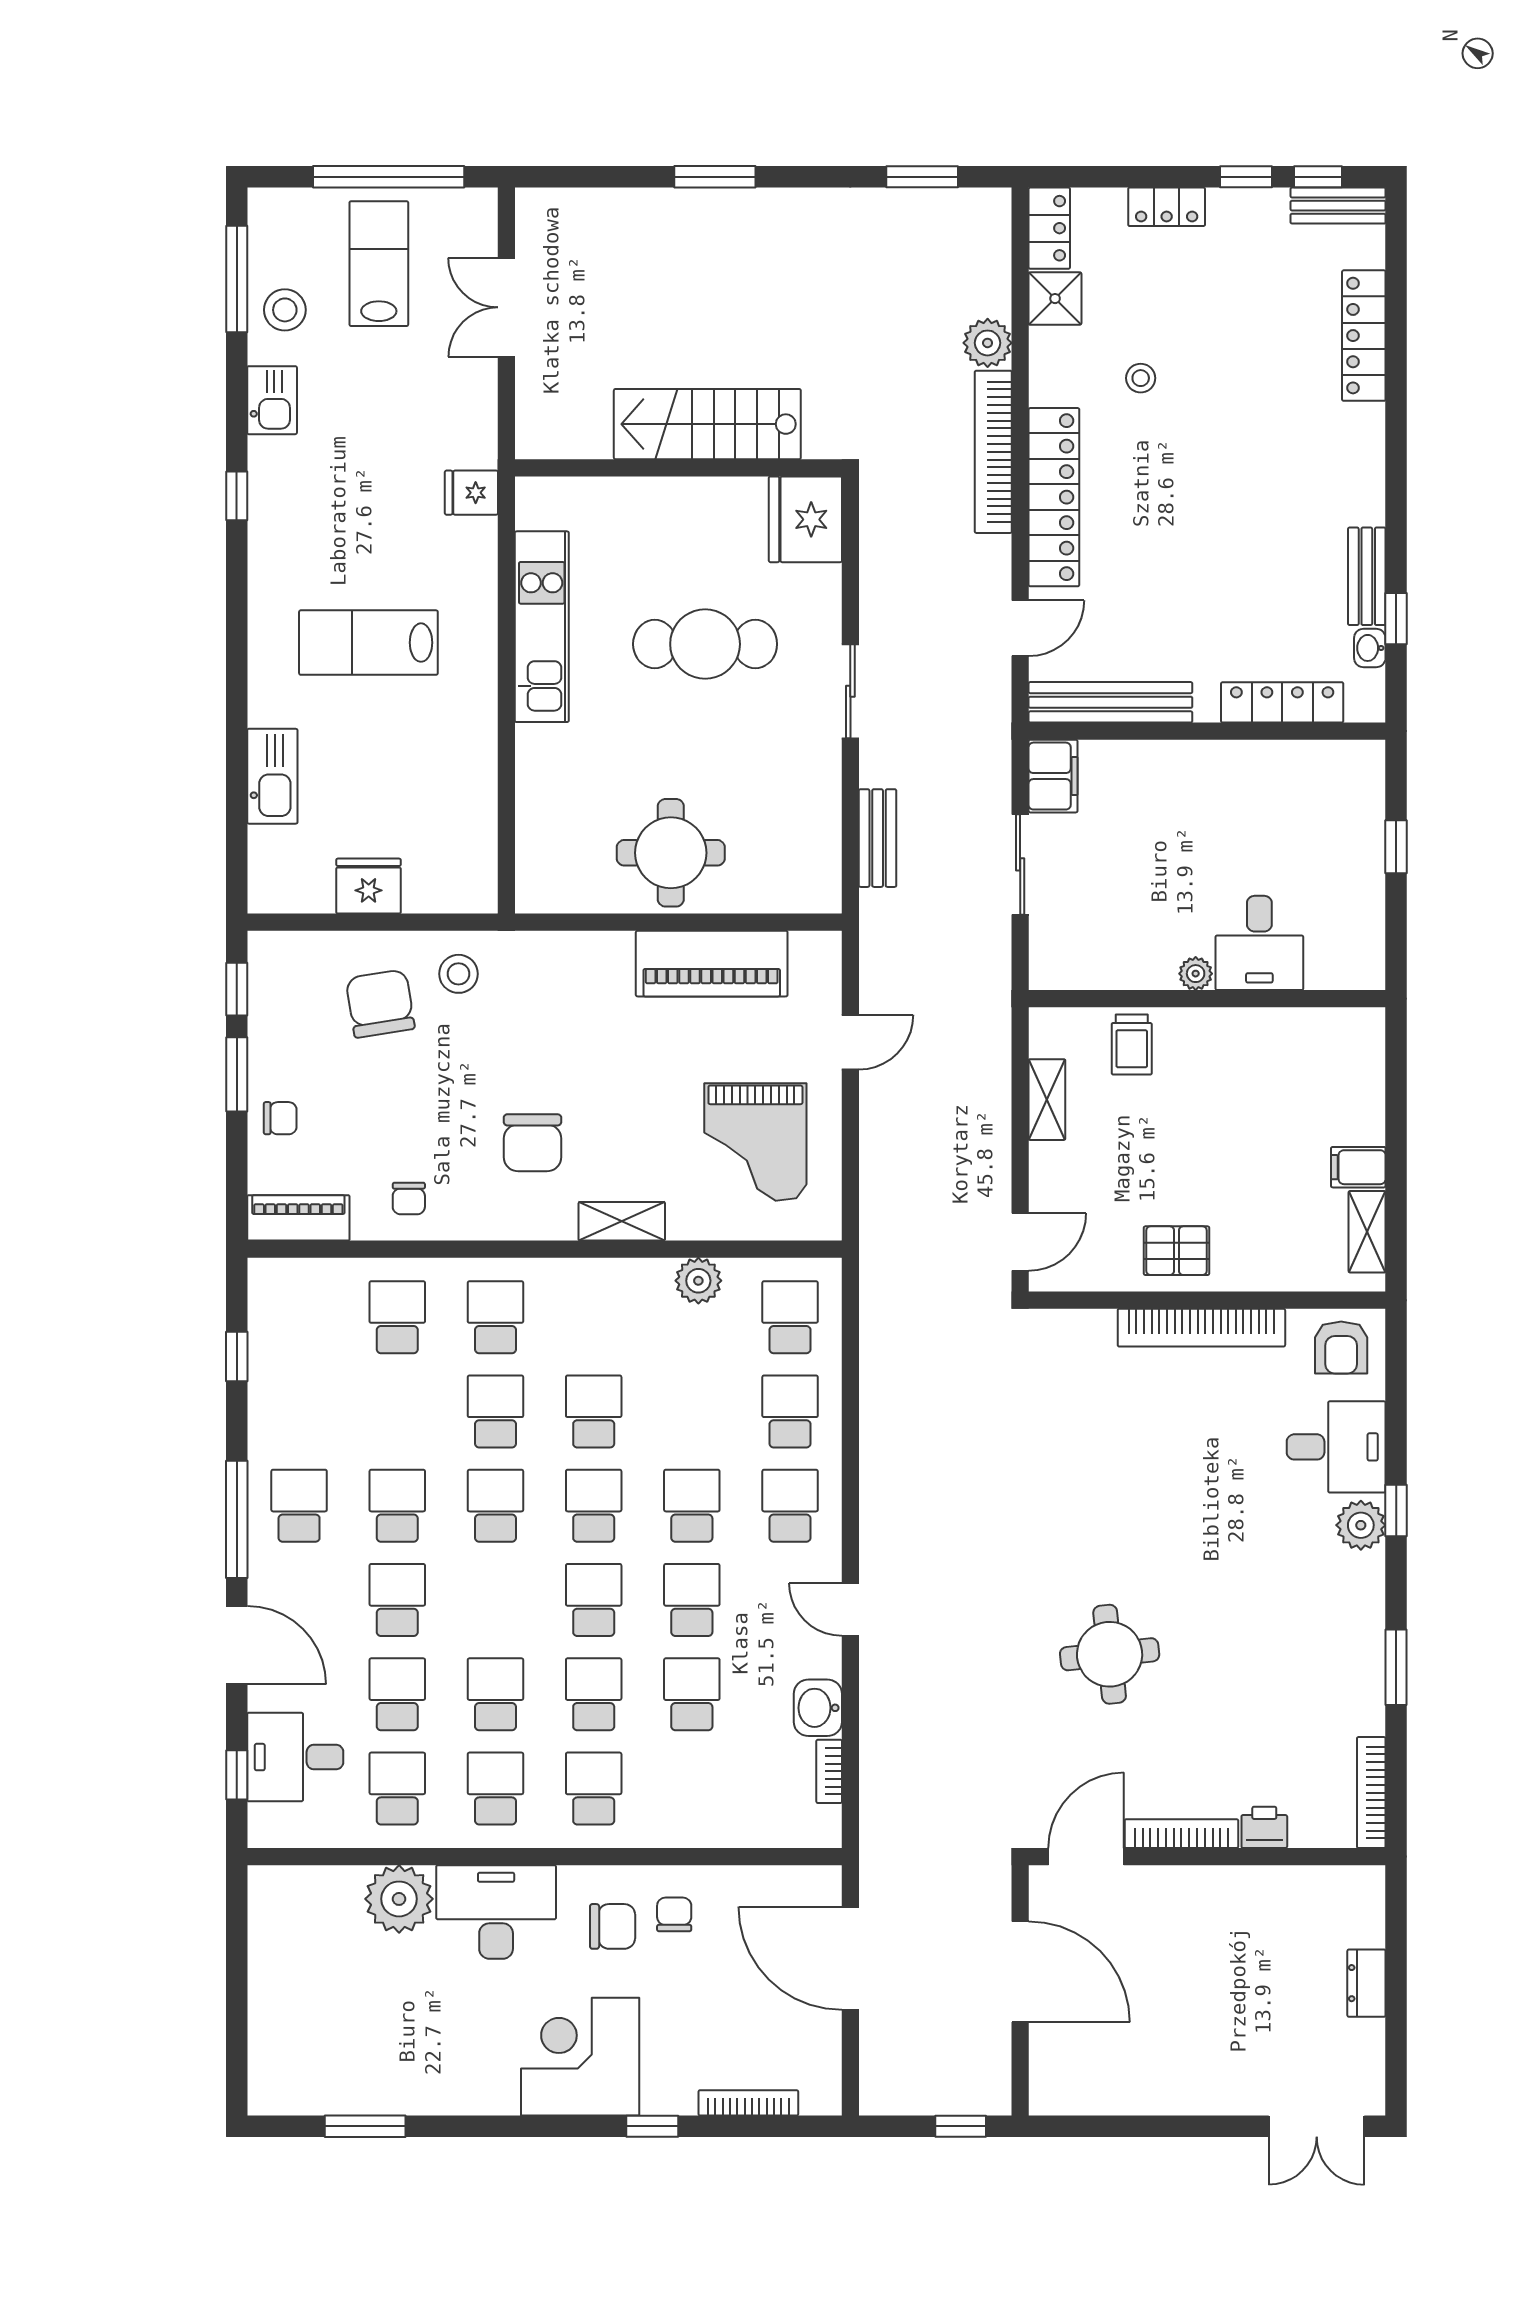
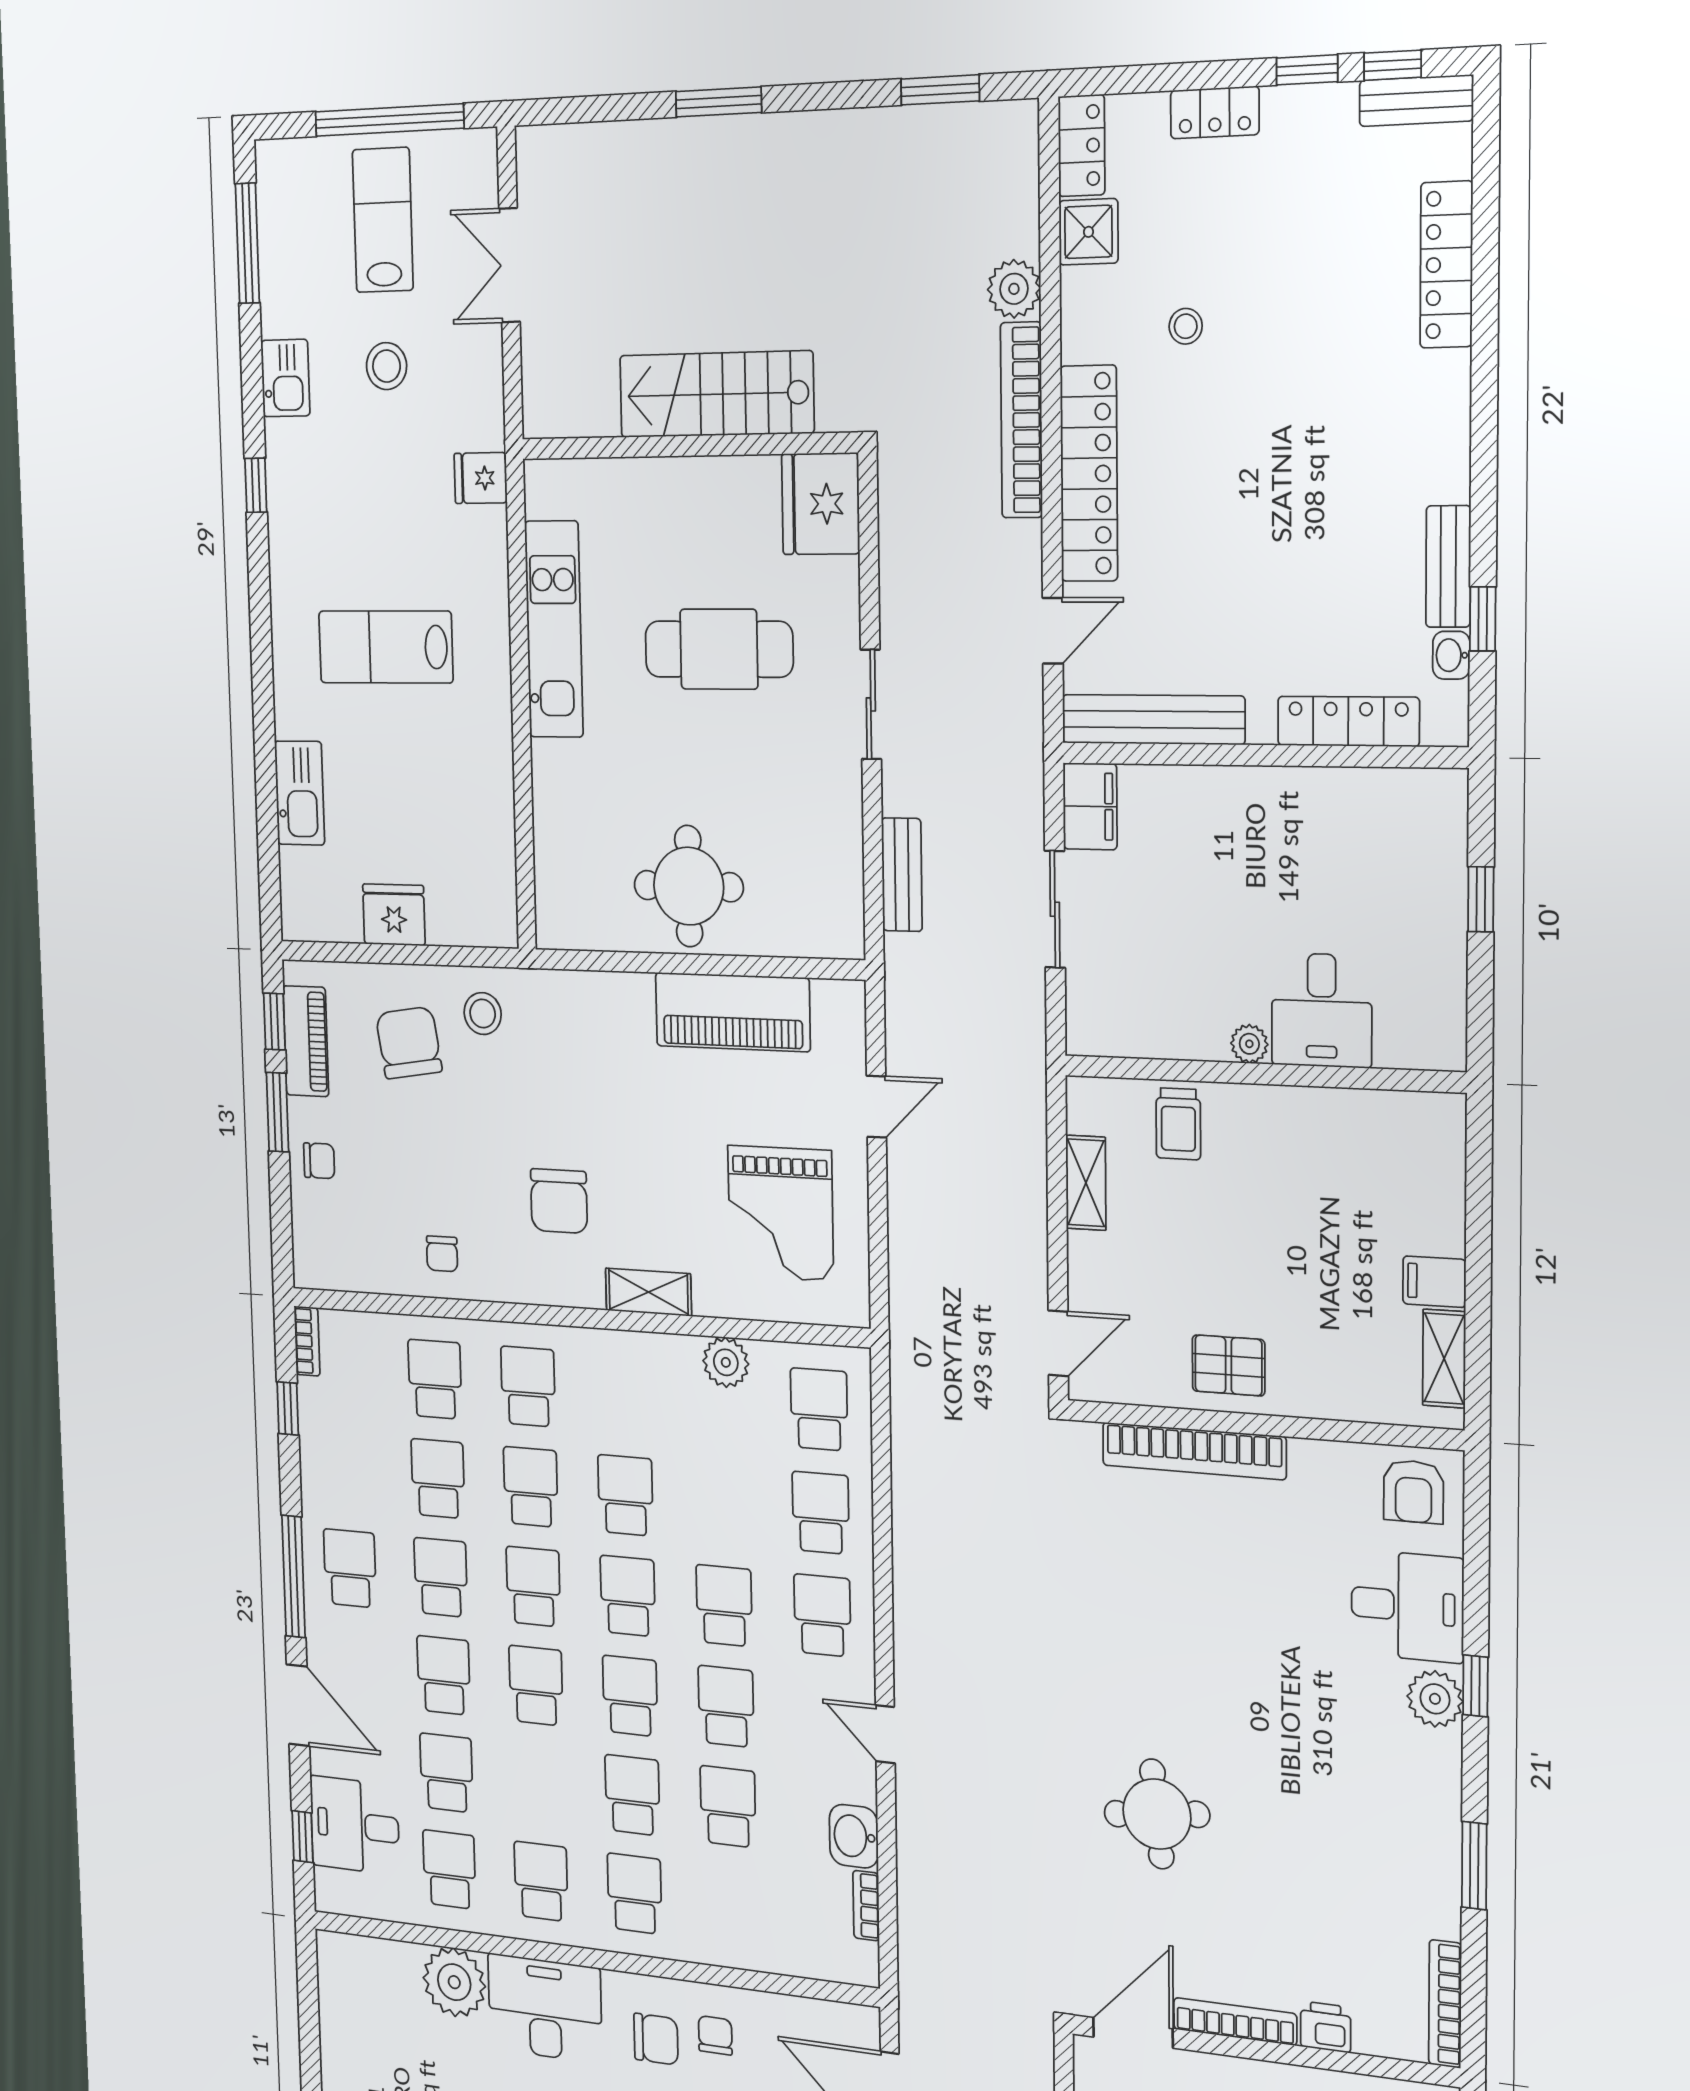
stool: (285, 310) -> (387, 366), moved
piano: (298, 1218) -> (306, 1041), moved, turned 90
bookcase: (260, 1290) -> (307, 1341), added
bookcase: (1201, 1328) -> (1194, 1451), moved
school desk: (397, 1411) -> (438, 1479), added
school desk: (495, 1694) -> (536, 1686), moved

